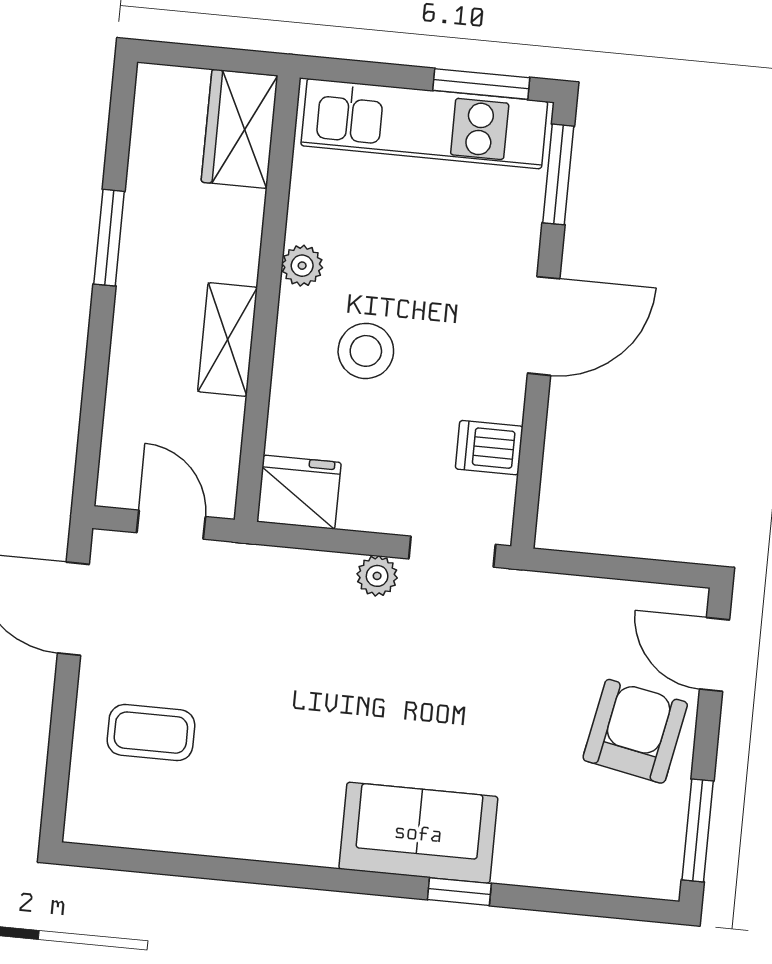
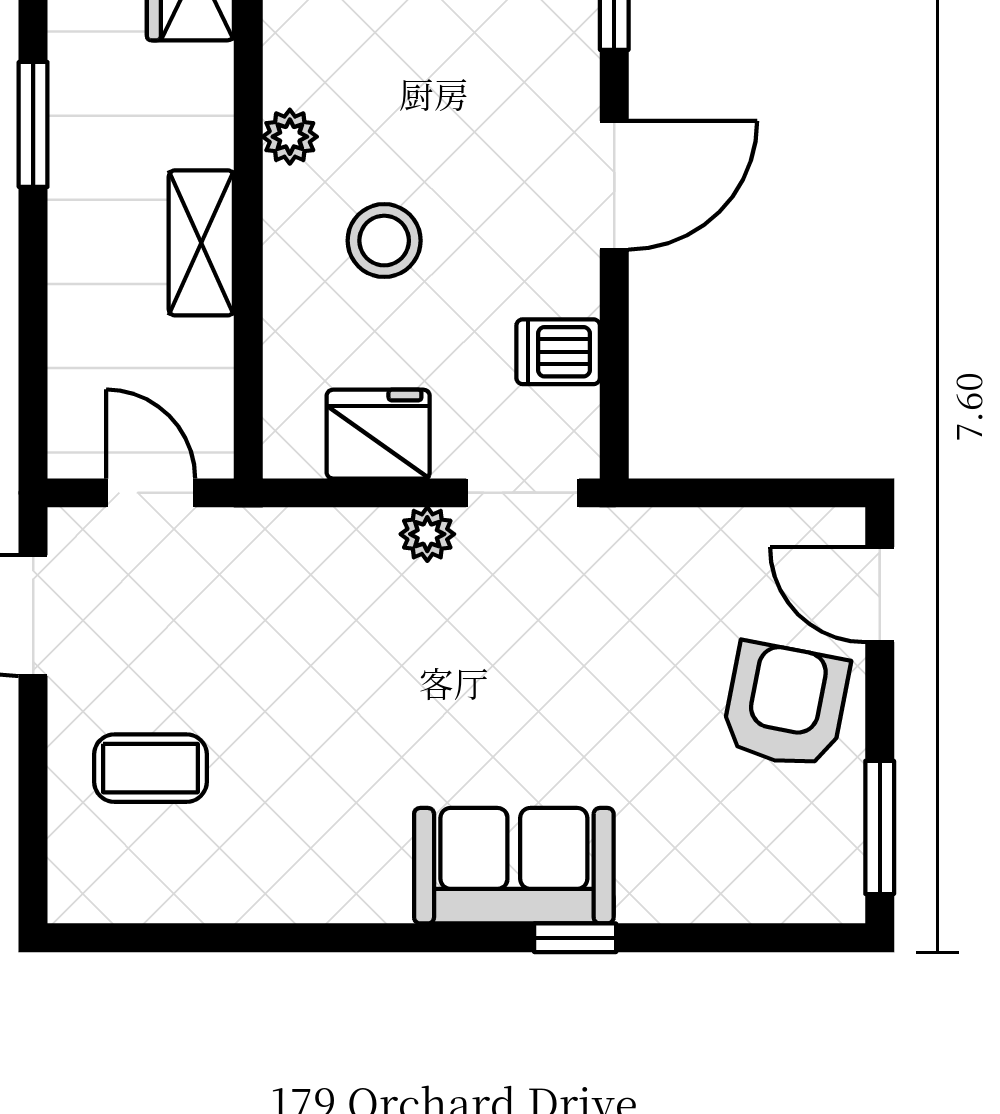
fridge: (299, 492) -> (378, 434), moved

